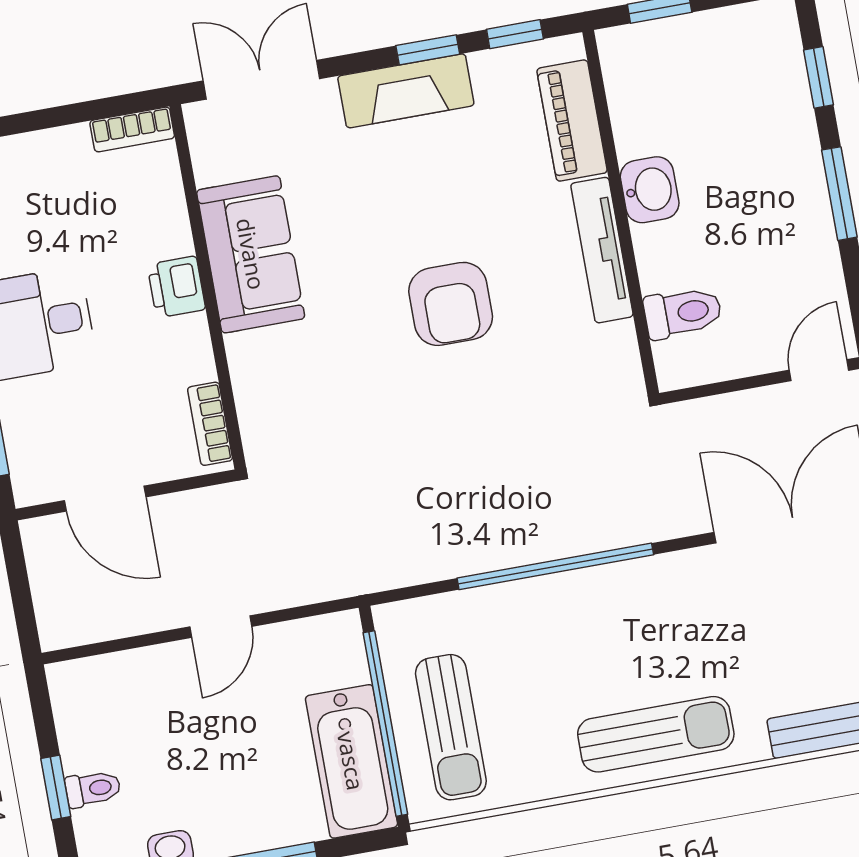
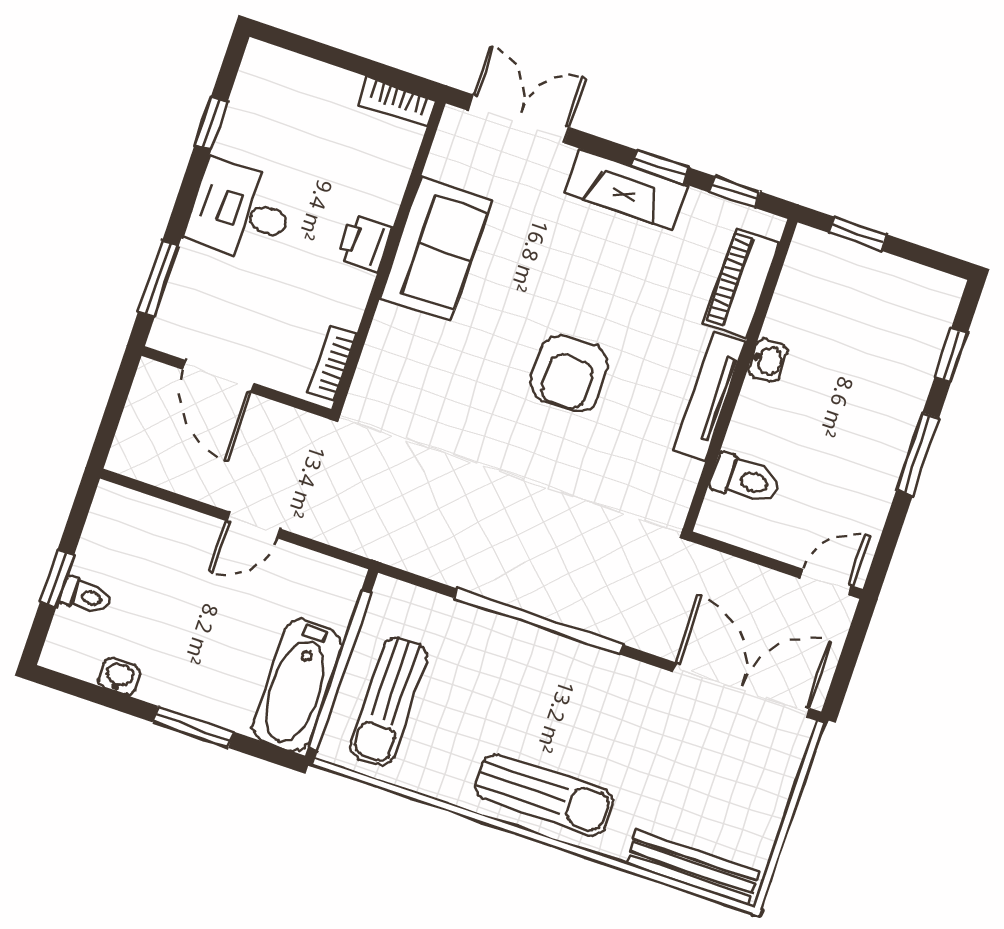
washbasin: (650, 190) -> (768, 360), width x0.72, depth x0.69

